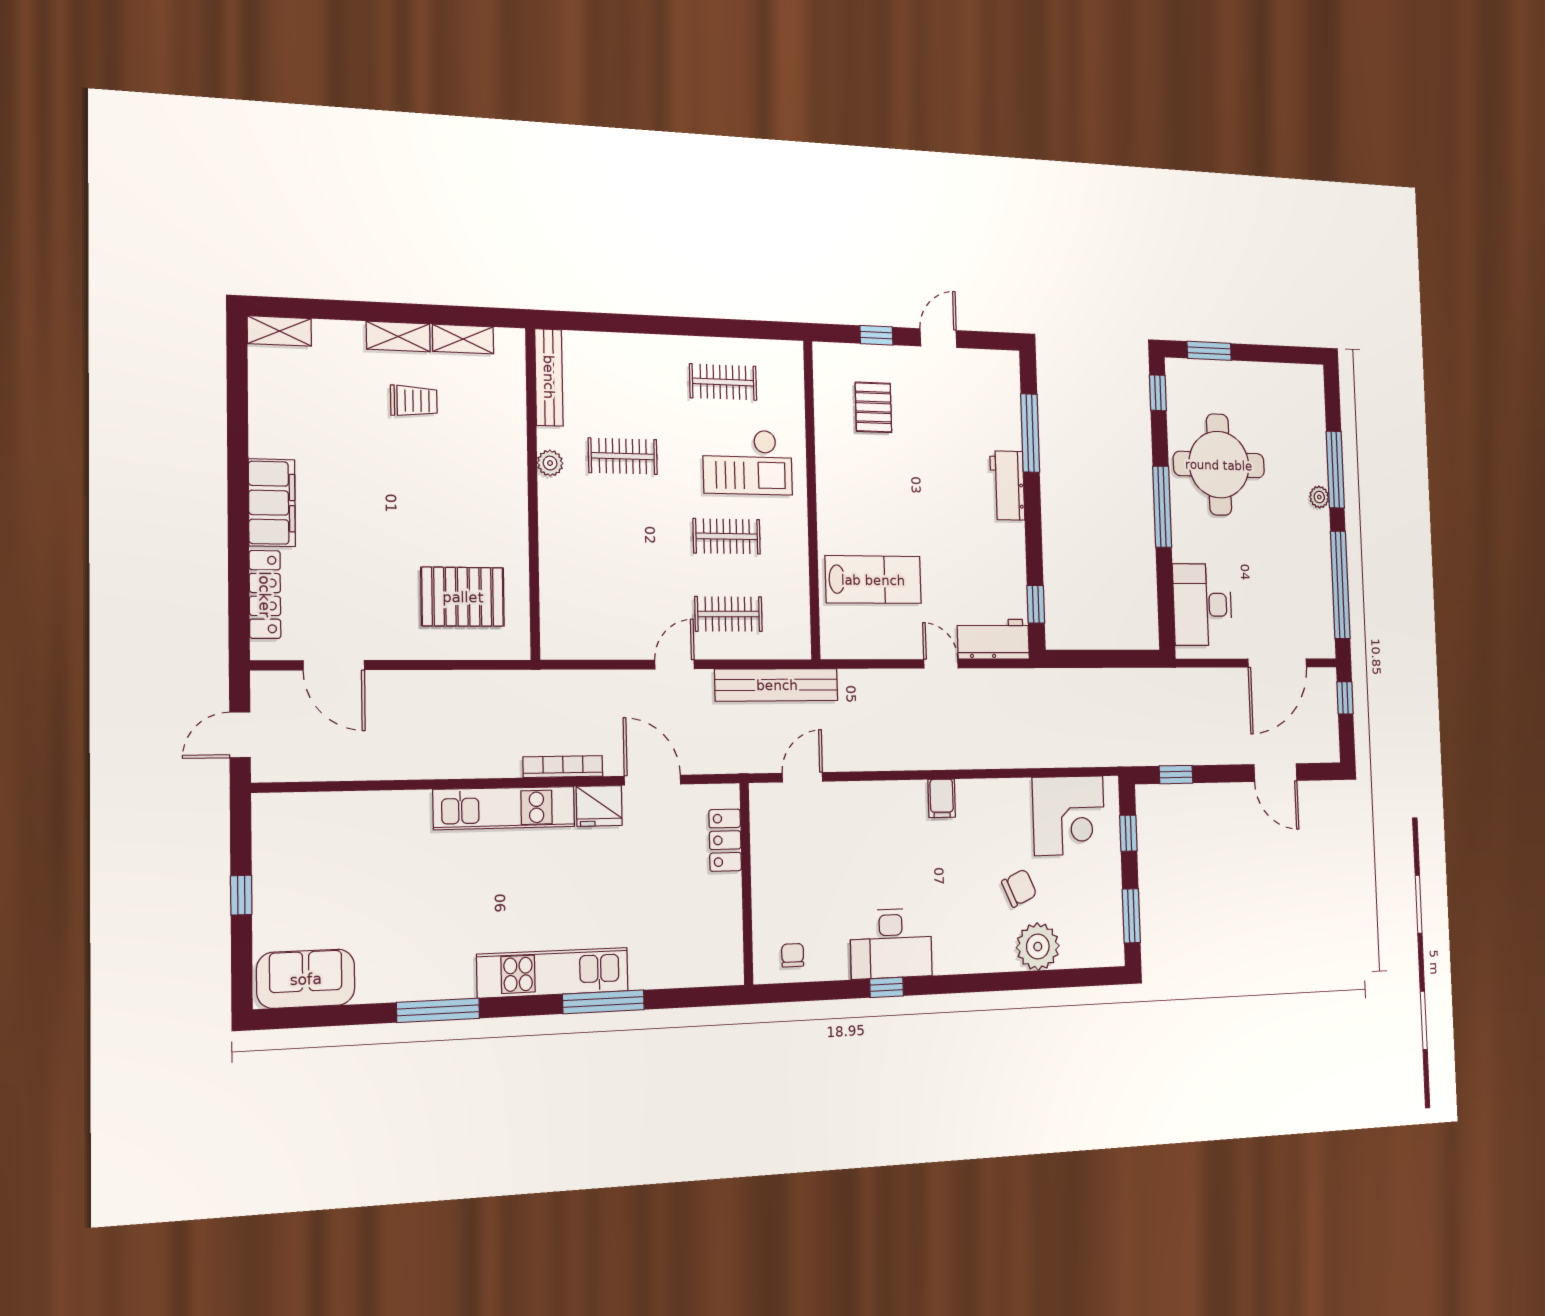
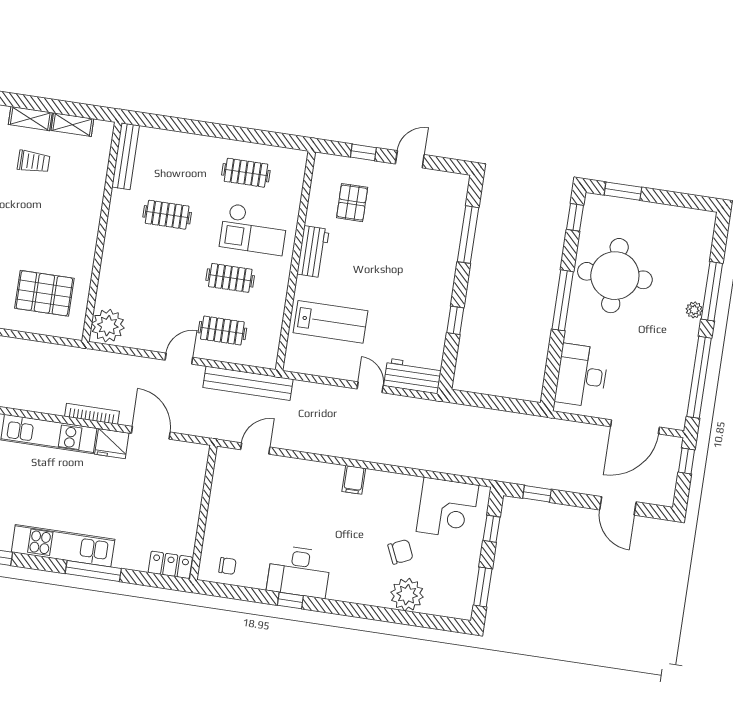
plant: (550, 463) -> (108, 326), moved, width x1.87, depth x1.87
workbench: (1007, 485) -> (313, 252), moved, turned 180
window: (1036, 604) -> (455, 320), moved
locker: (725, 840) -> (170, 565), moved, turned 90
chair: (793, 955) -> (227, 566), turned 90

